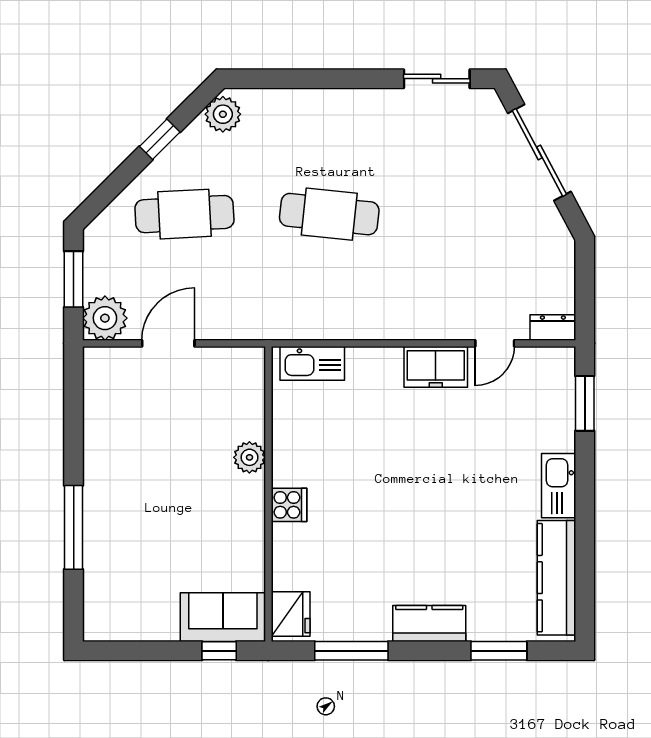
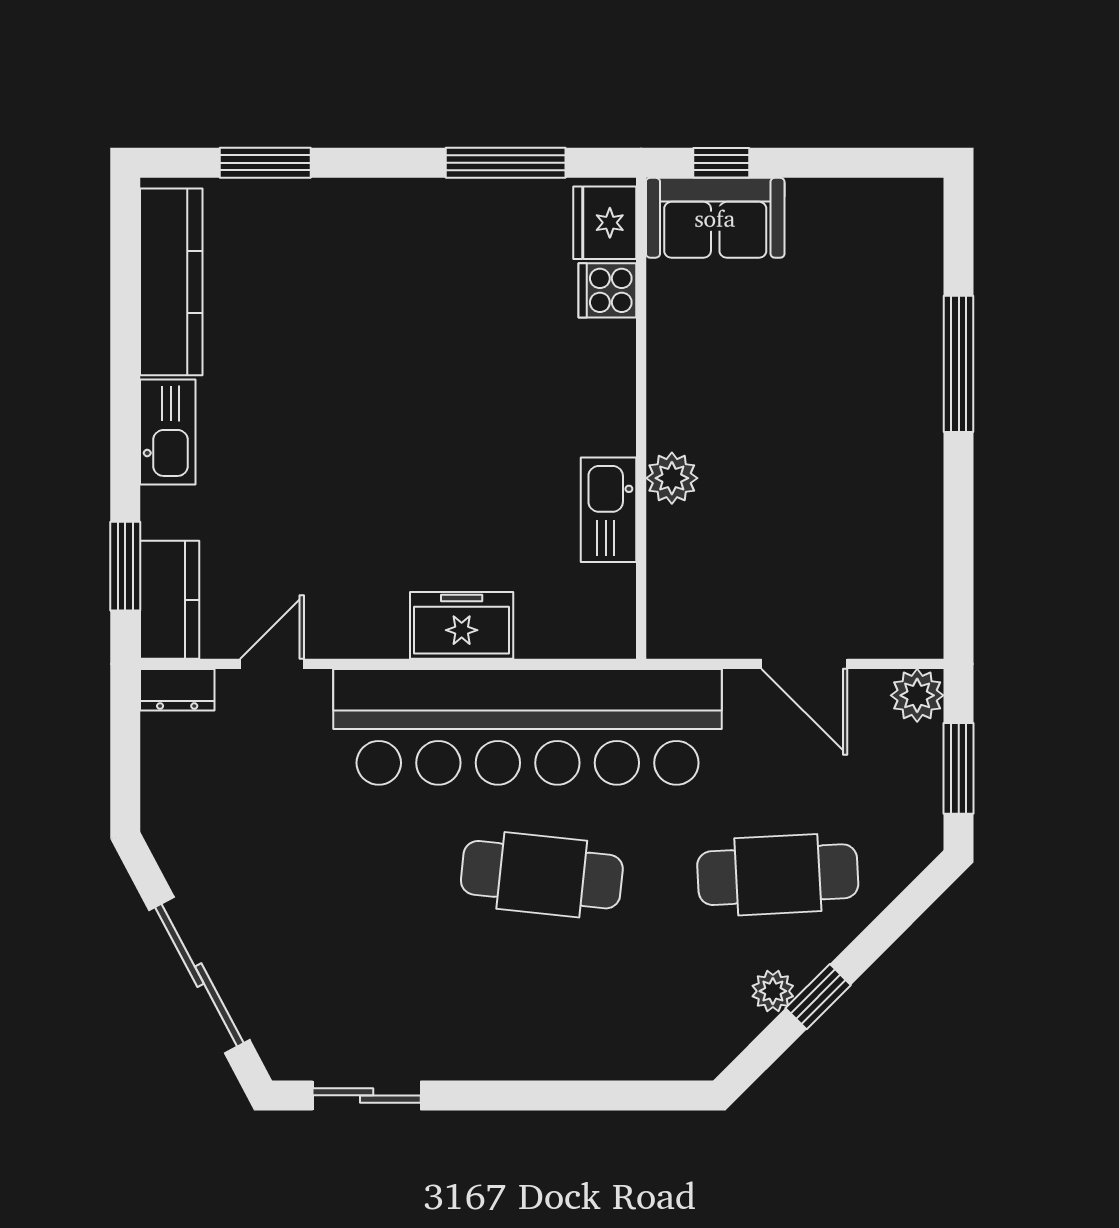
plant: (223, 114) -> (773, 991), moved, width x0.73, depth x0.73
bar counter: (338, 305) -> (528, 727), added
plant: (105, 318) -> (917, 695), width x0.73, depth x0.73
door: (168, 343) -> (804, 664), hinge flipped
kitchen sink: (312, 363) -> (608, 510), moved, turned -90
freezer: (436, 367) -> (462, 625), moved
cooker: (289, 505) -> (607, 290), moved
kitchen counter: (429, 623) -> (170, 600), moved, turned -90

